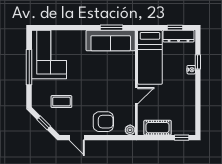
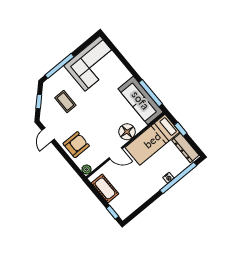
window: (111, 28) -> (151, 93), width x1.44
window: (175, 28) -> (181, 129), moved
window: (198, 62) -> (178, 178), width x3.17
window: (29, 67) -> (59, 66), moved
floor lamp: (127, 72) -> (127, 132), added
armchair: (103, 122) -> (76, 145), turned -90

